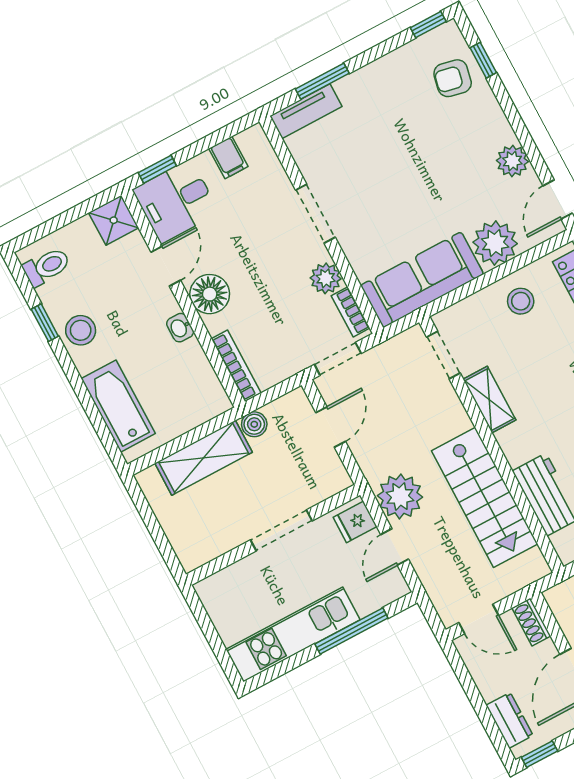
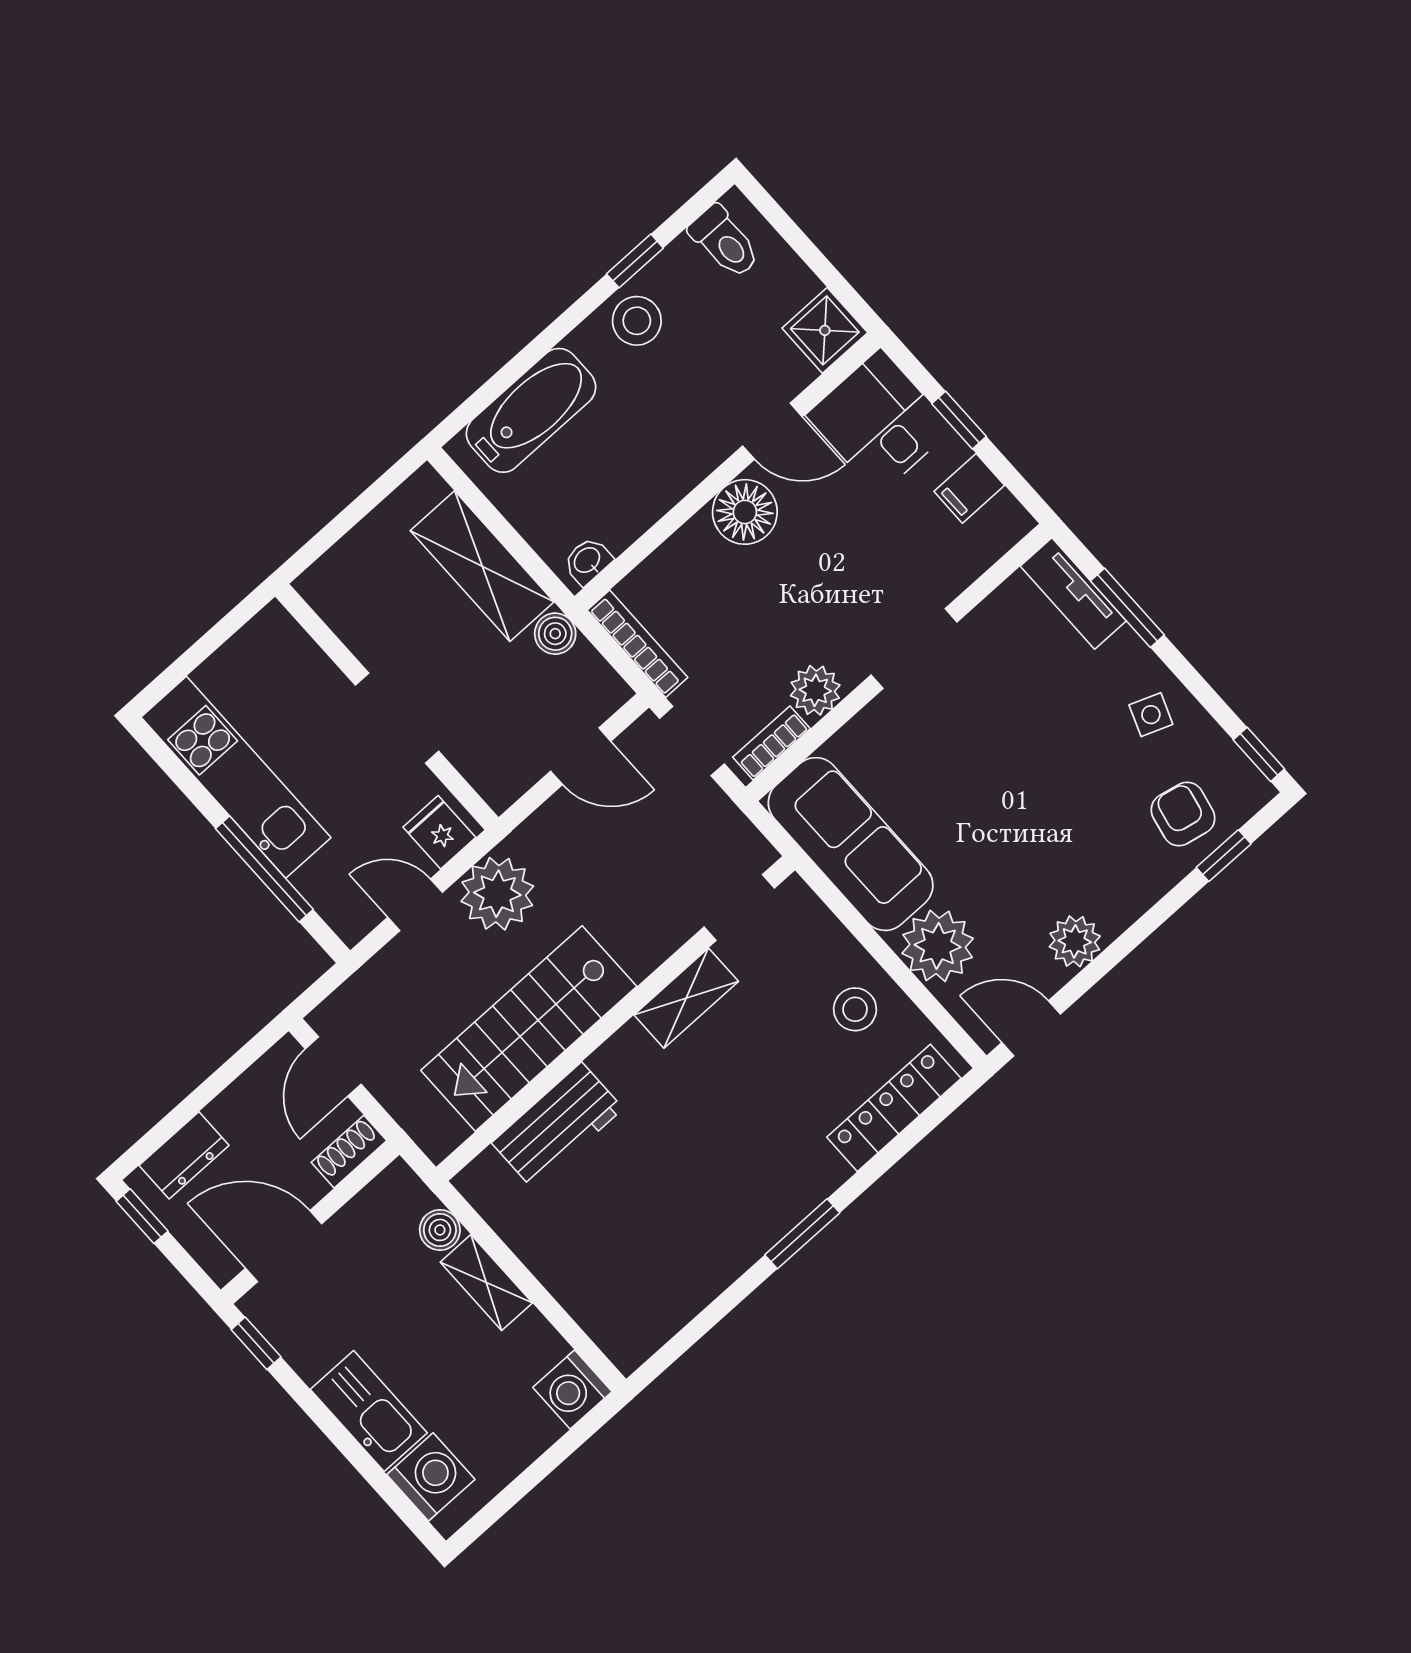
side table: (389, 83) -> (1151, 715), added
window: (157, 169) -> (959, 420), moved
washbasin: (180, 328) -> (588, 561), moved
bookcase: (236, 366) -> (638, 644), moved, turned -90

